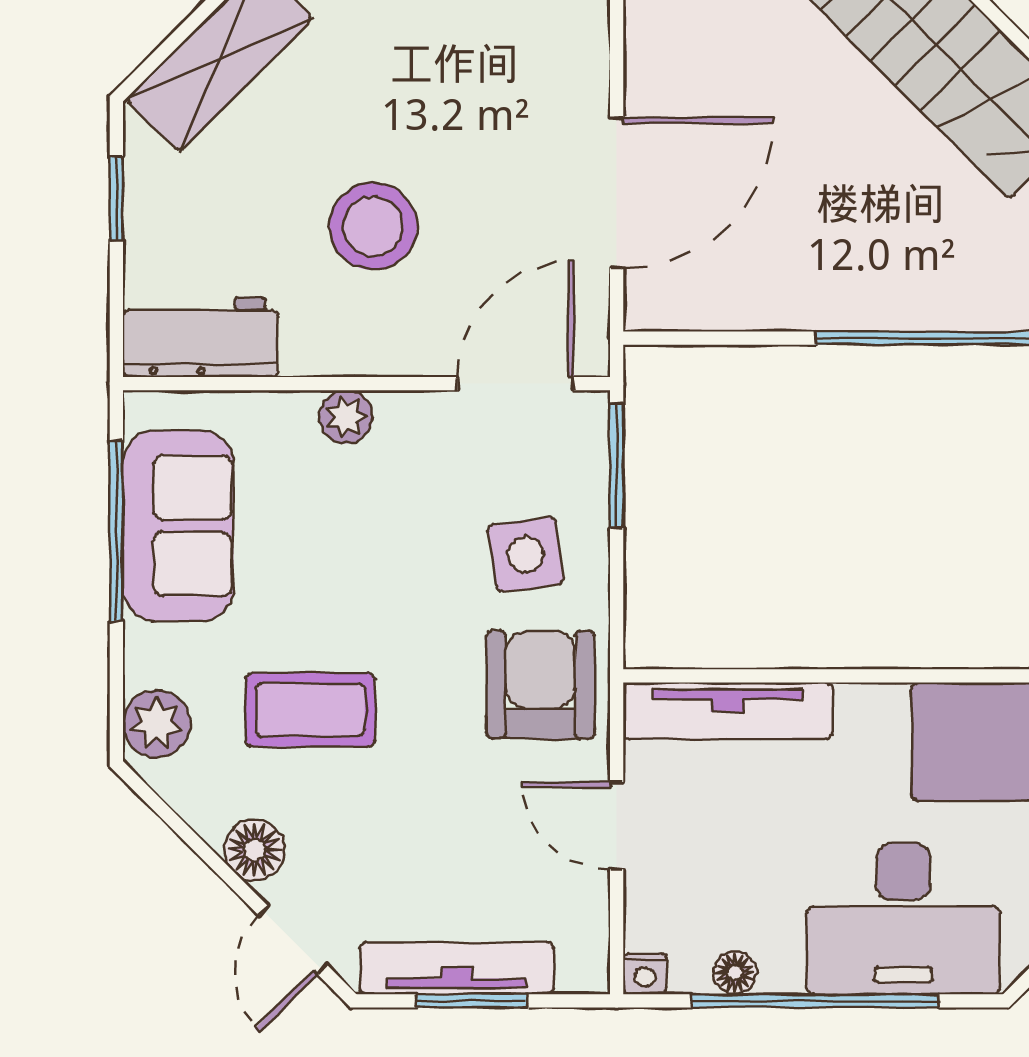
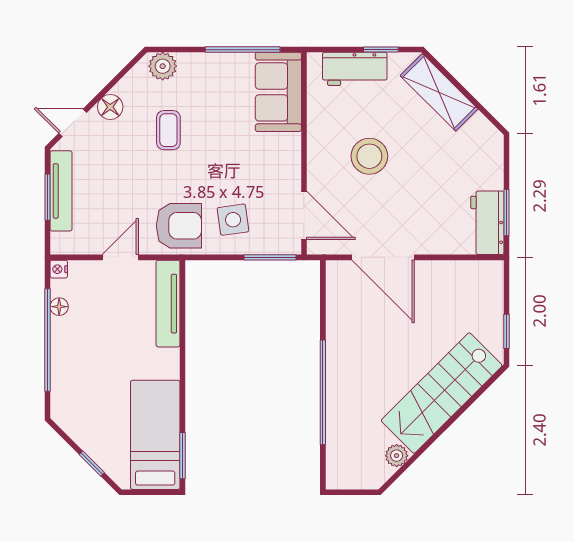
workbench: (200, 337) -> (355, 69), moved, turned 90
plant: (346, 417) -> (290, 145), removed
sofa: (178, 526) -> (278, 92), moved, turned 90
coffee table: (310, 710) -> (168, 130), width x0.73, depth x0.77
desk: (903, 919) -> (82, 377), removed

